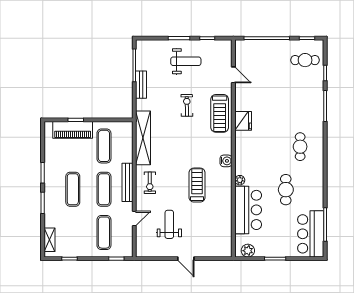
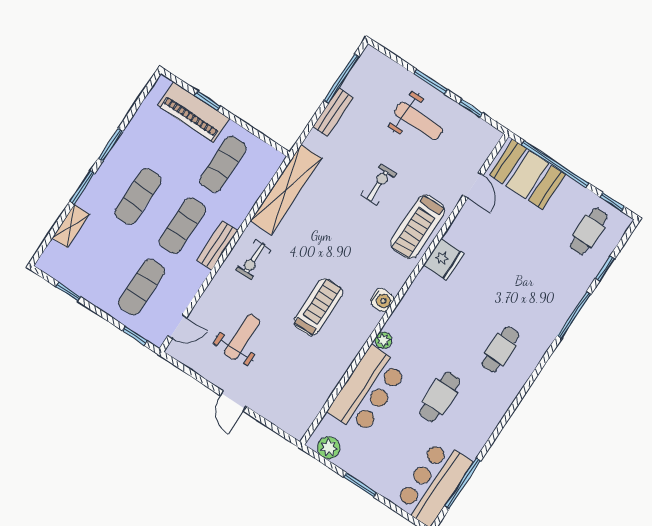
booth: (257, 52) -> (528, 174), added
cafe table: (305, 60) -> (589, 231), turned 90
bench: (127, 182) -> (217, 245), width x0.73
door: (134, 219) -> (177, 327), moved
shelving: (49, 240) -> (71, 226), moved

